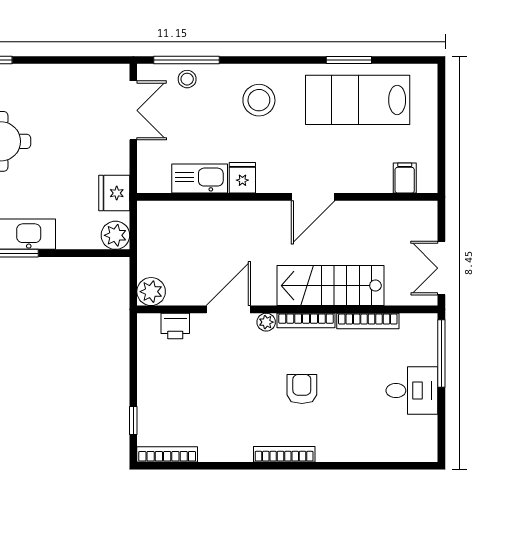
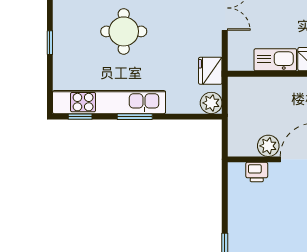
plant: (151, 292) -> (268, 146), moved

